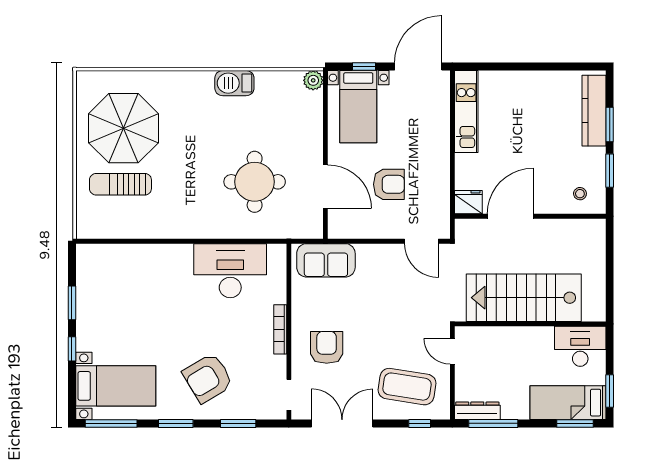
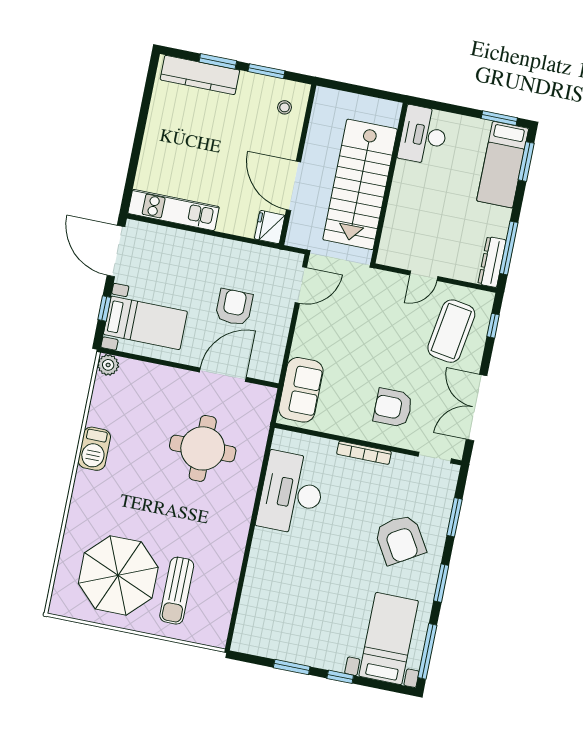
stairs: (524, 298) -> (360, 184), moved
wall: (530, 324) -> (389, 183), moved
desk: (580, 346) -> (423, 135), moved

